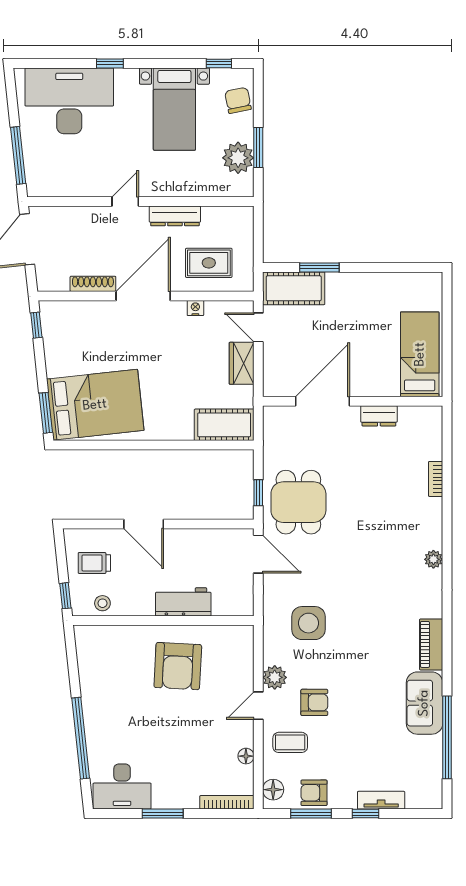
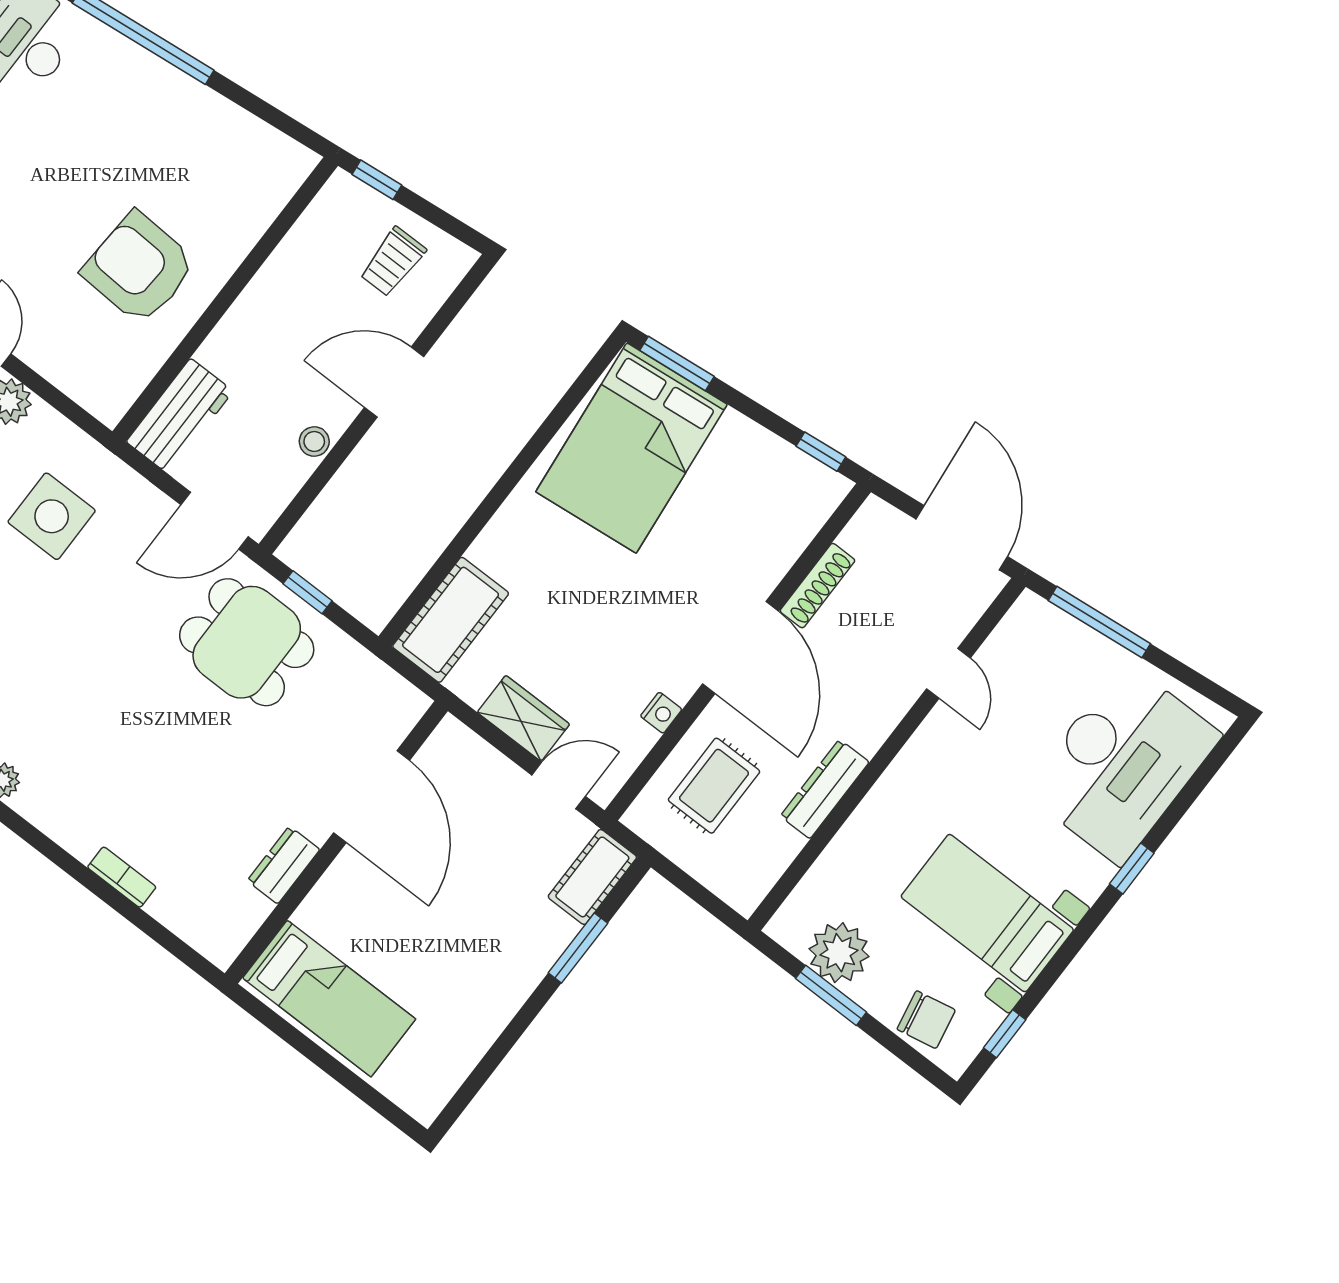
door: (125, 202) -> (948, 673), moved
cot: (294, 288) -> (592, 877), width x0.73, depth x0.75
trolley: (94, 563) -> (393, 262), turned 180
workbench: (183, 602) -> (180, 416), moved
stool: (102, 603) -> (314, 442), moved

